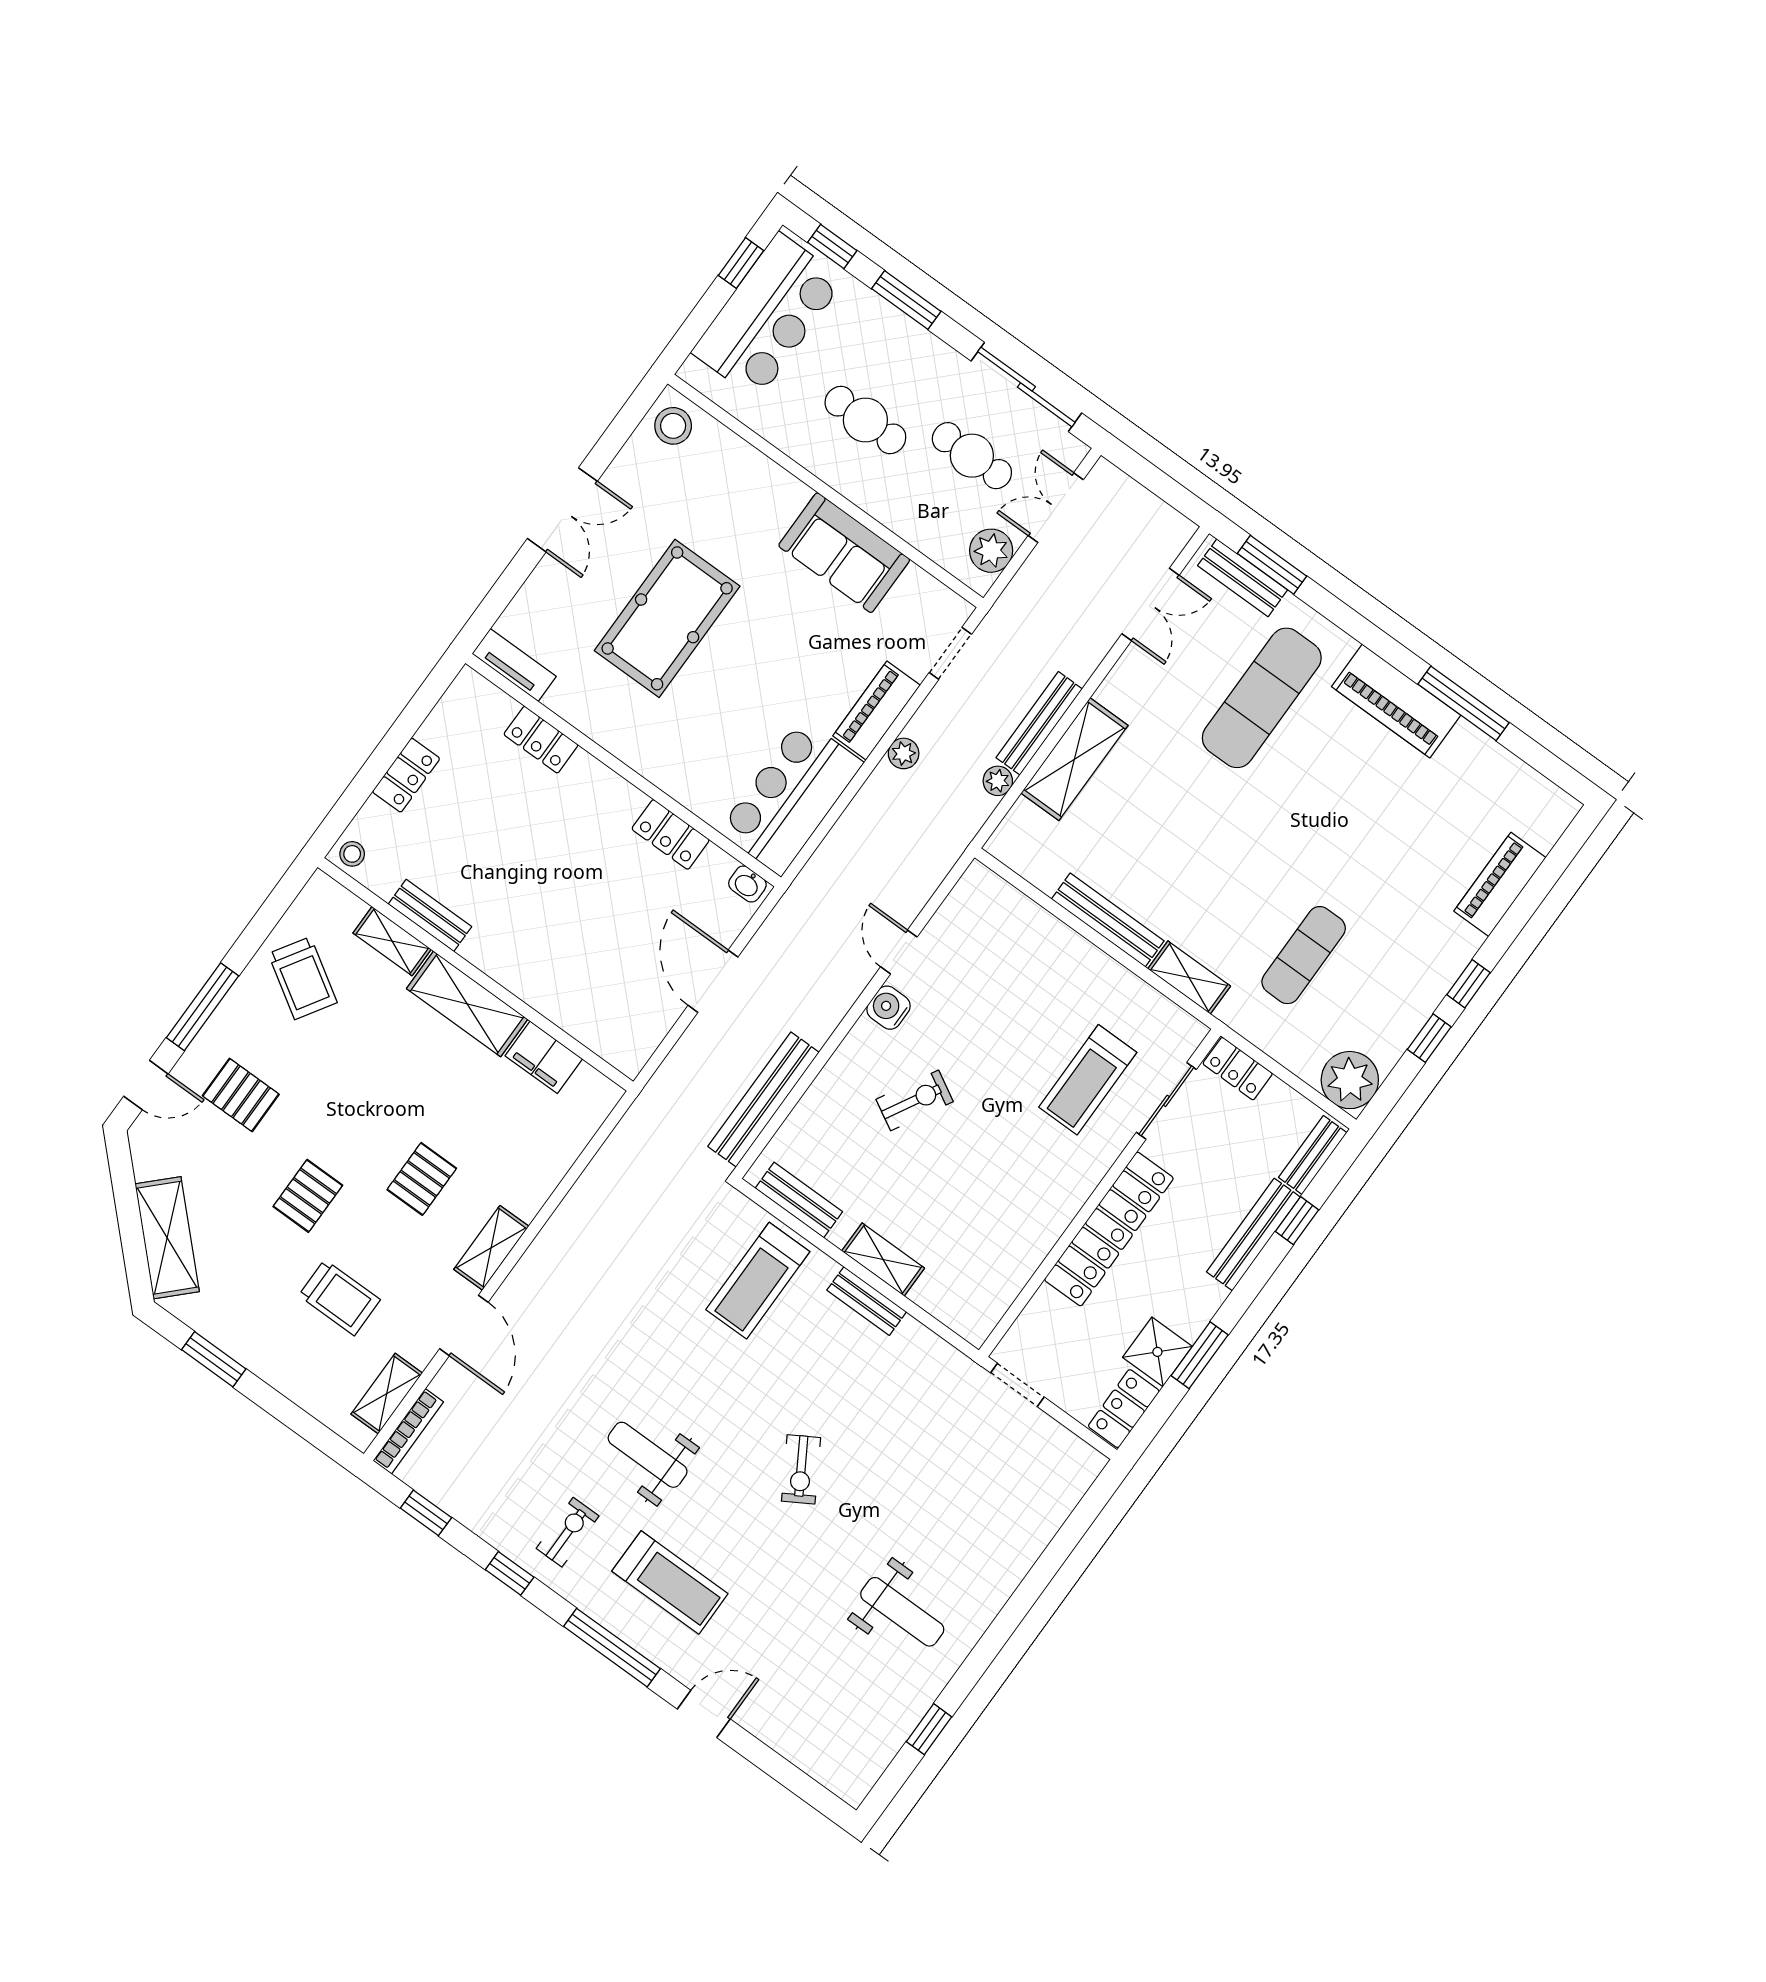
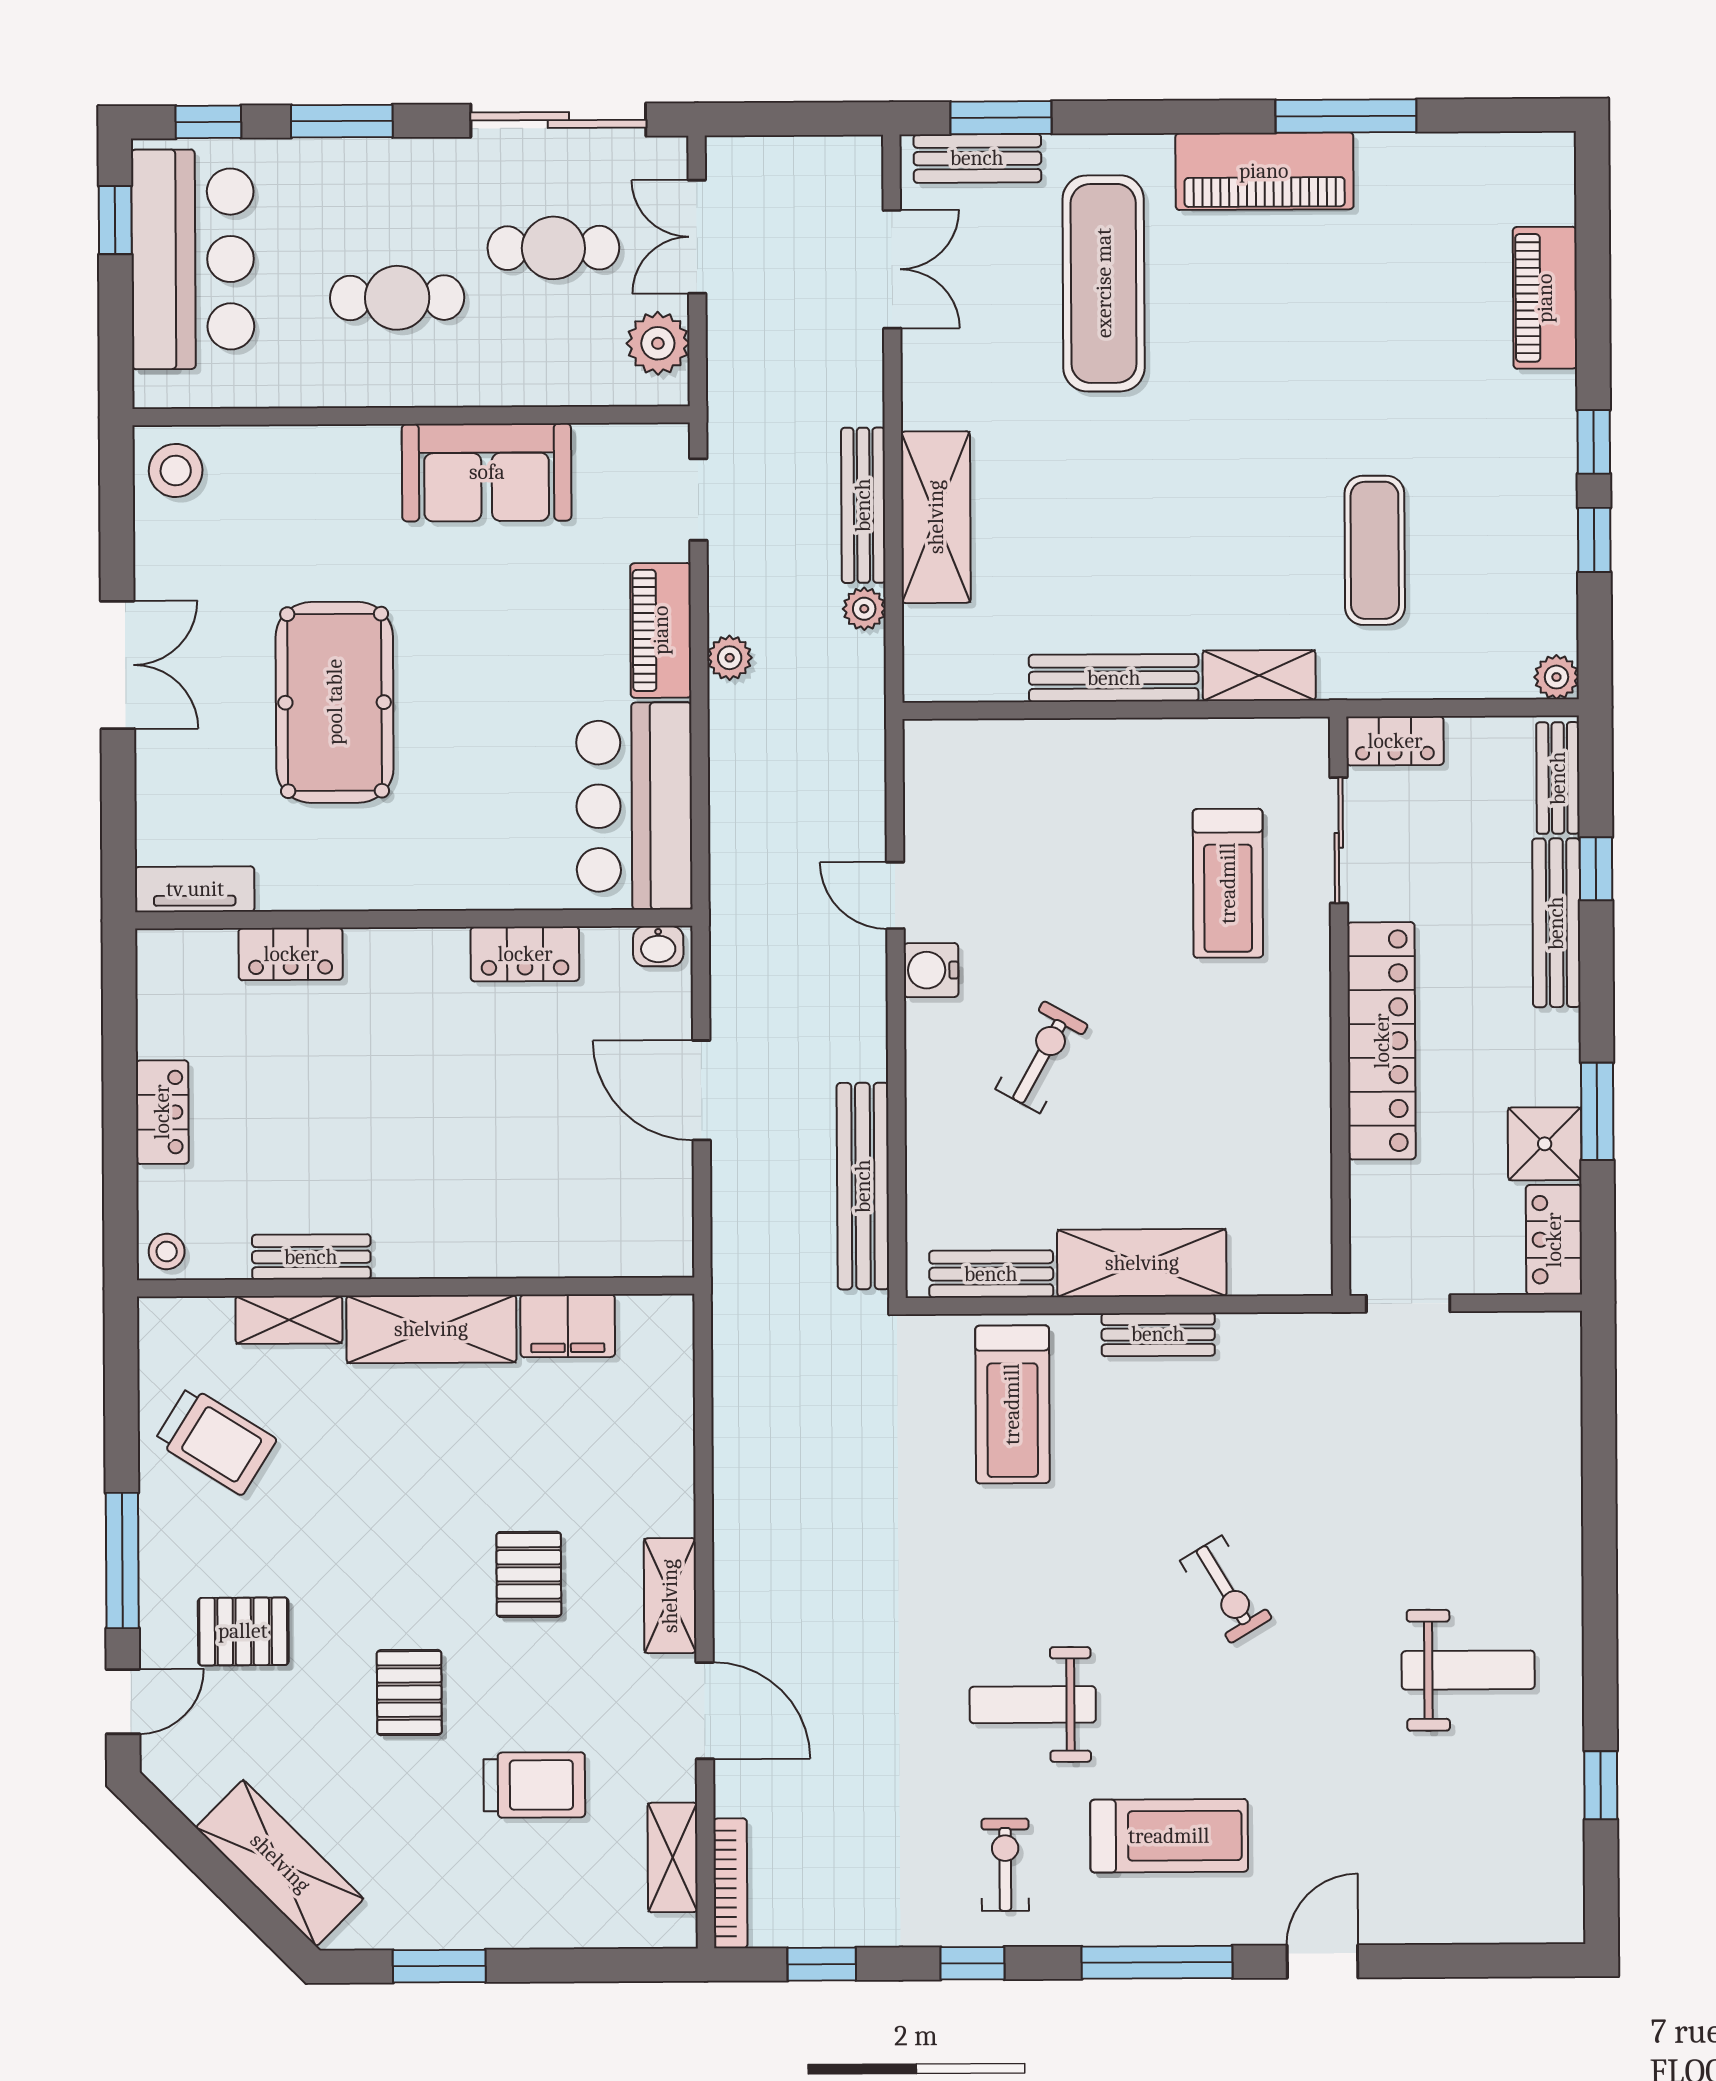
plant: (1350, 1080) -> (1556, 677), width x0.53, depth x0.53
shelving: (883, 1259) -> (1142, 1263), width x1.50, depth x1.33

